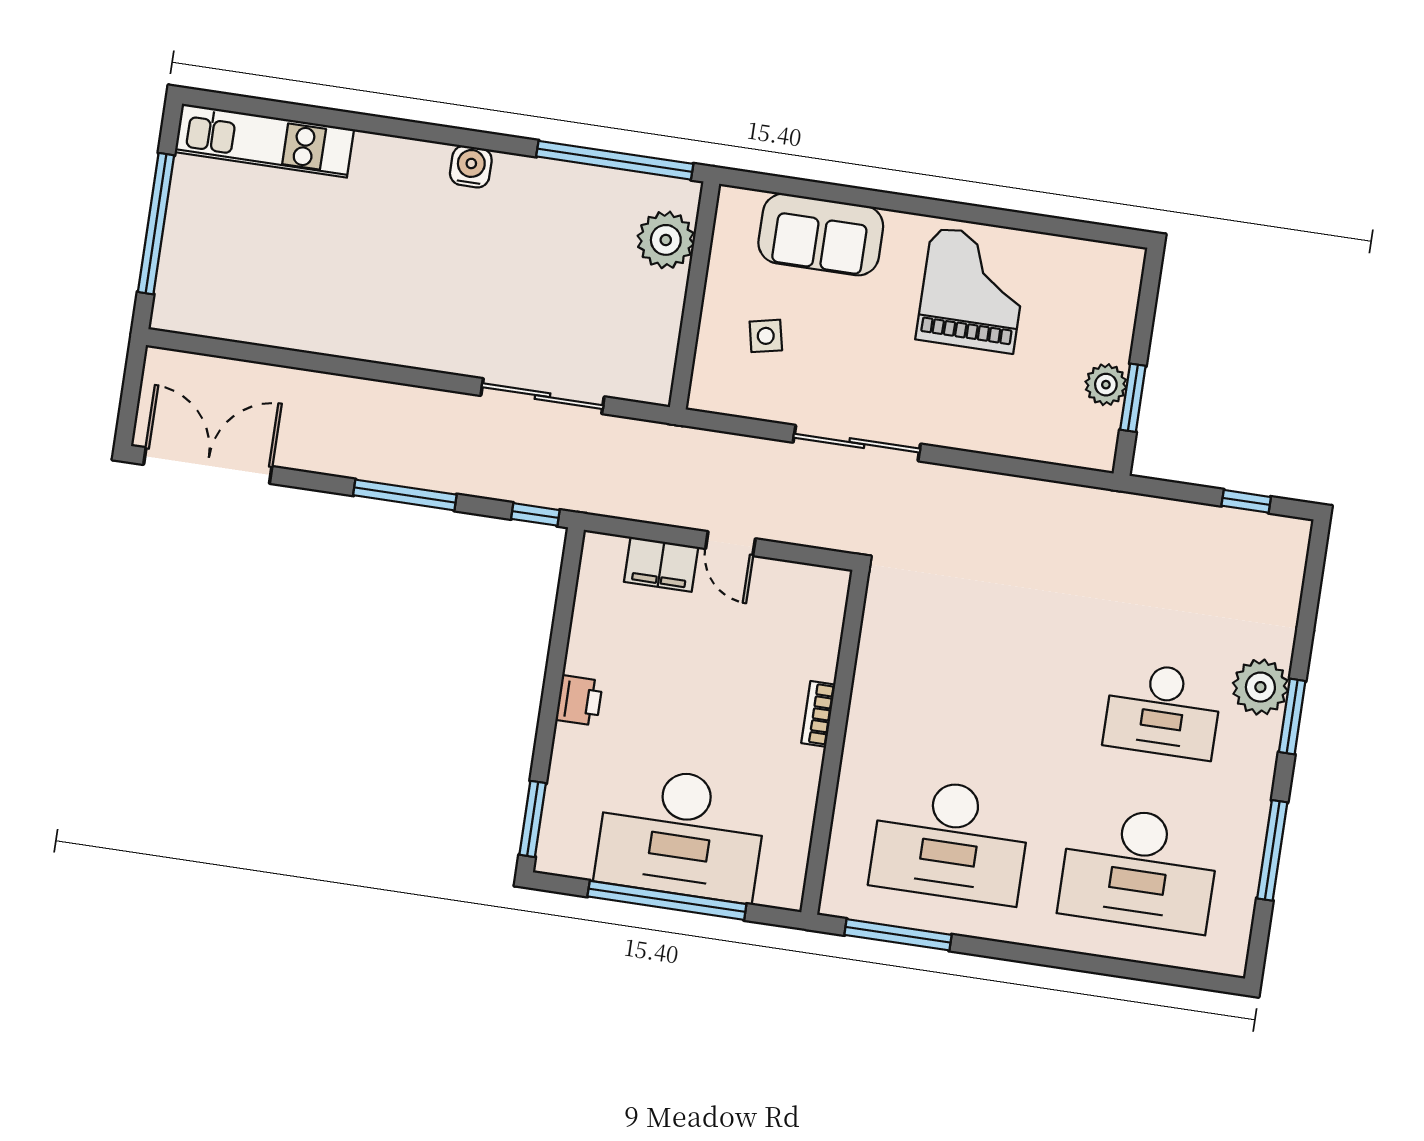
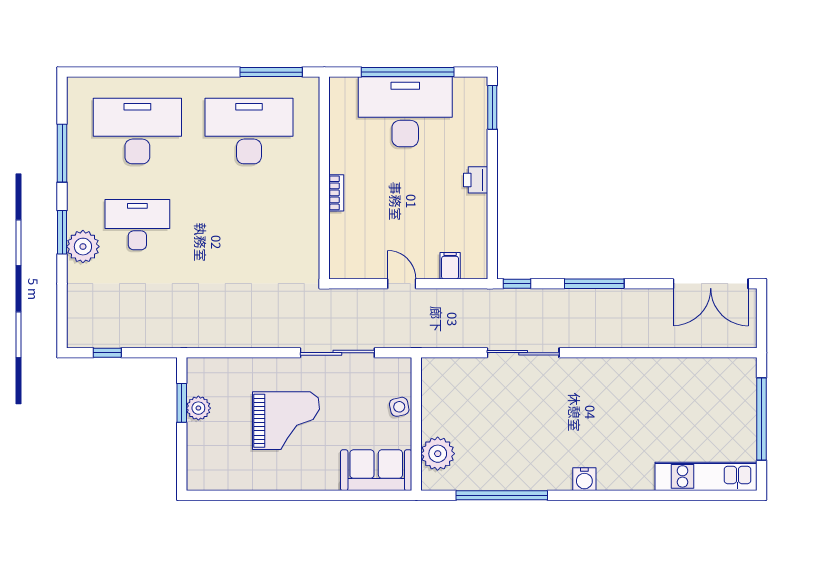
plant: (666, 240) -> (438, 454), moved
grand piano: (973, 290) -> (286, 421), moved, turned -90
wall: (695, 295) -> (416, 424), moved
filing cabinet: (661, 564) -> (450, 266), width x0.50

